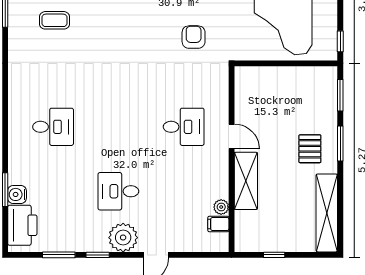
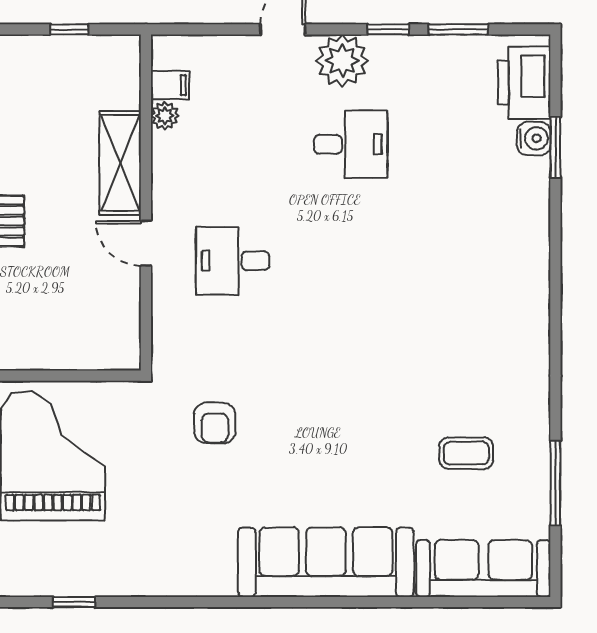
desk: (53, 127) -> (469, 261), removed

